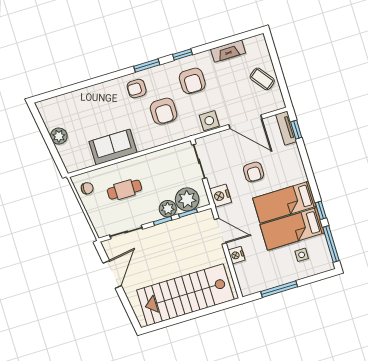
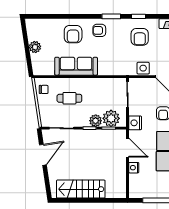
armchair: (164, 111) -> (73, 34), moved
sofa: (113, 147) -> (76, 66), width x1.36
stairs: (185, 295) -> (81, 189), width x0.73, depth x0.66

